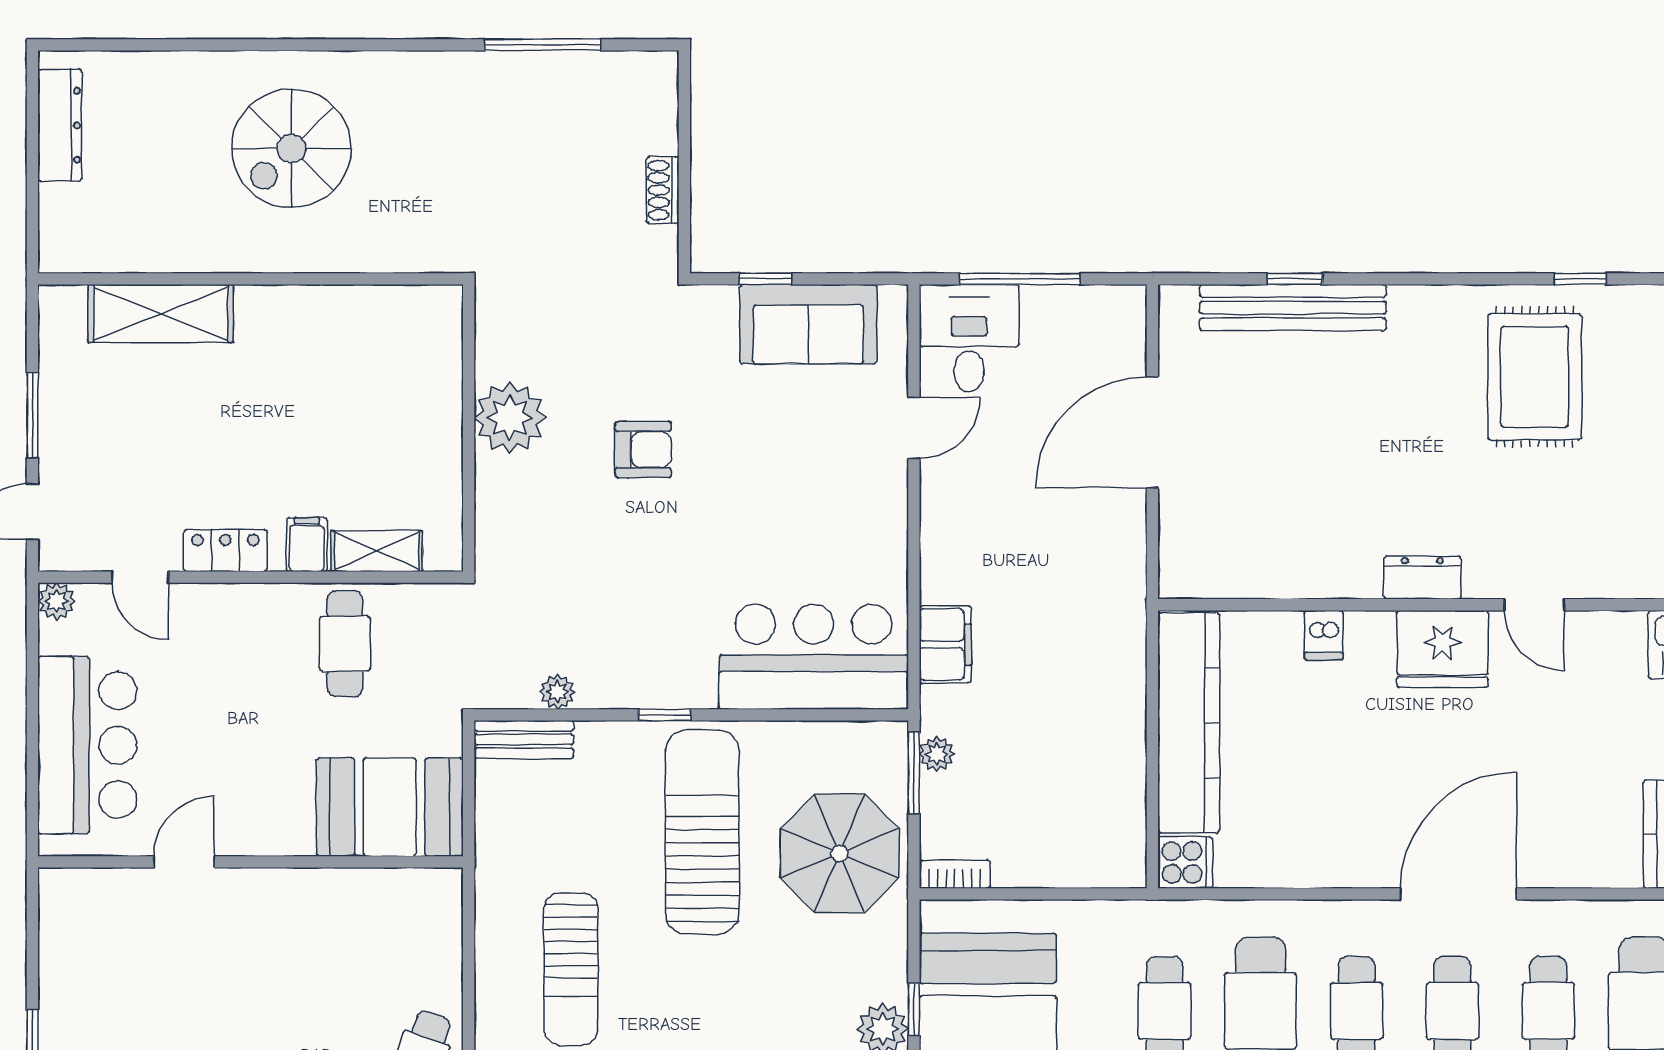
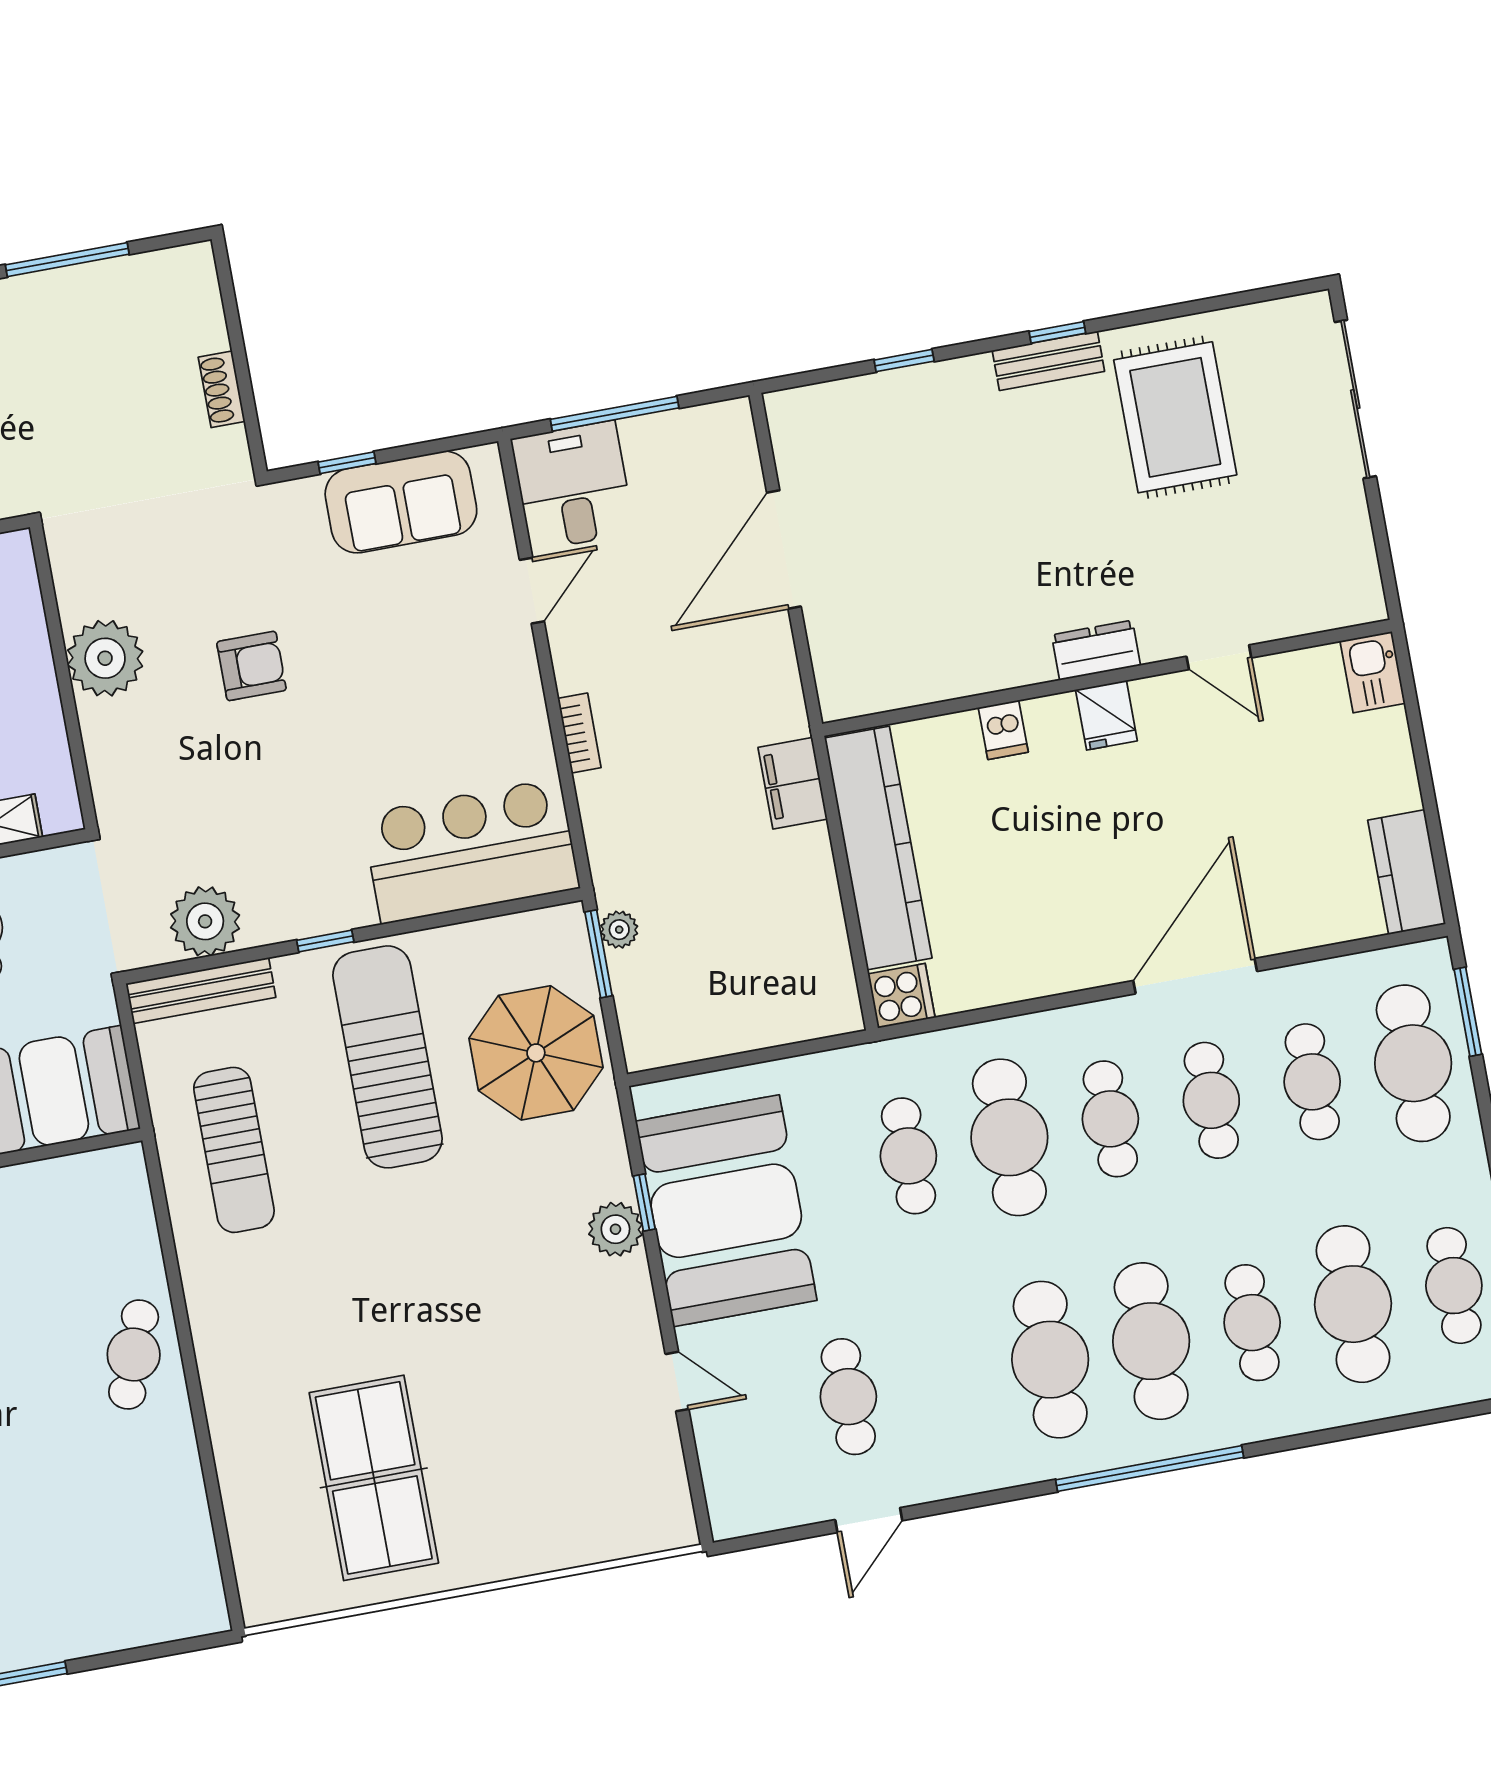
window: (1580, 279) -> (1057, 332), moved
bench: (1293, 308) -> (1048, 361), moved, width x0.54, depth x0.82
filing cabinet: (945, 645) -> (793, 783), moved, turned 180
fridge: (1442, 649) -> (1106, 715), width x0.53, depth x0.75
plant: (557, 692) -> (205, 921), width x1.88, depth x1.88
bench: (524, 739) -> (201, 990), width x1.36
bookcase: (955, 874) -> (579, 733), moved, turned 90
sun lounger: (571, 969) -> (234, 1150), moved

